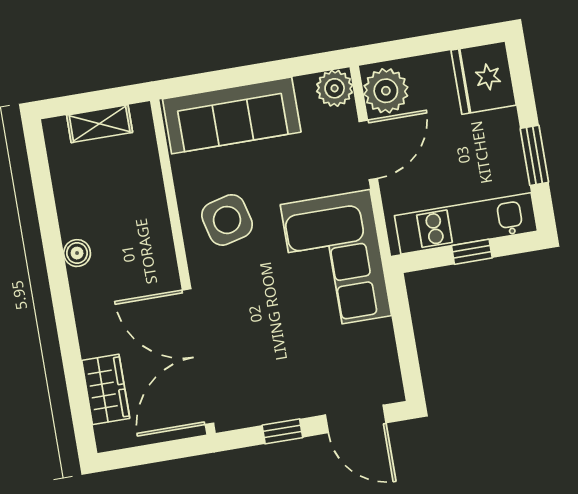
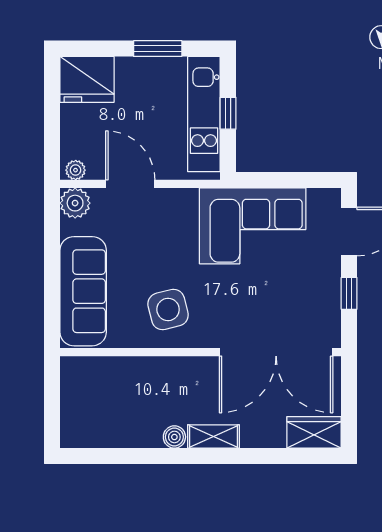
plant: (386, 91) -> (76, 170), width x0.53, depth x0.53
shelving: (100, 124) -> (213, 436), moved, turned 90
corner sofa: (336, 260) -> (253, 226), moved
wardrobe: (106, 389) -> (314, 432), moved

